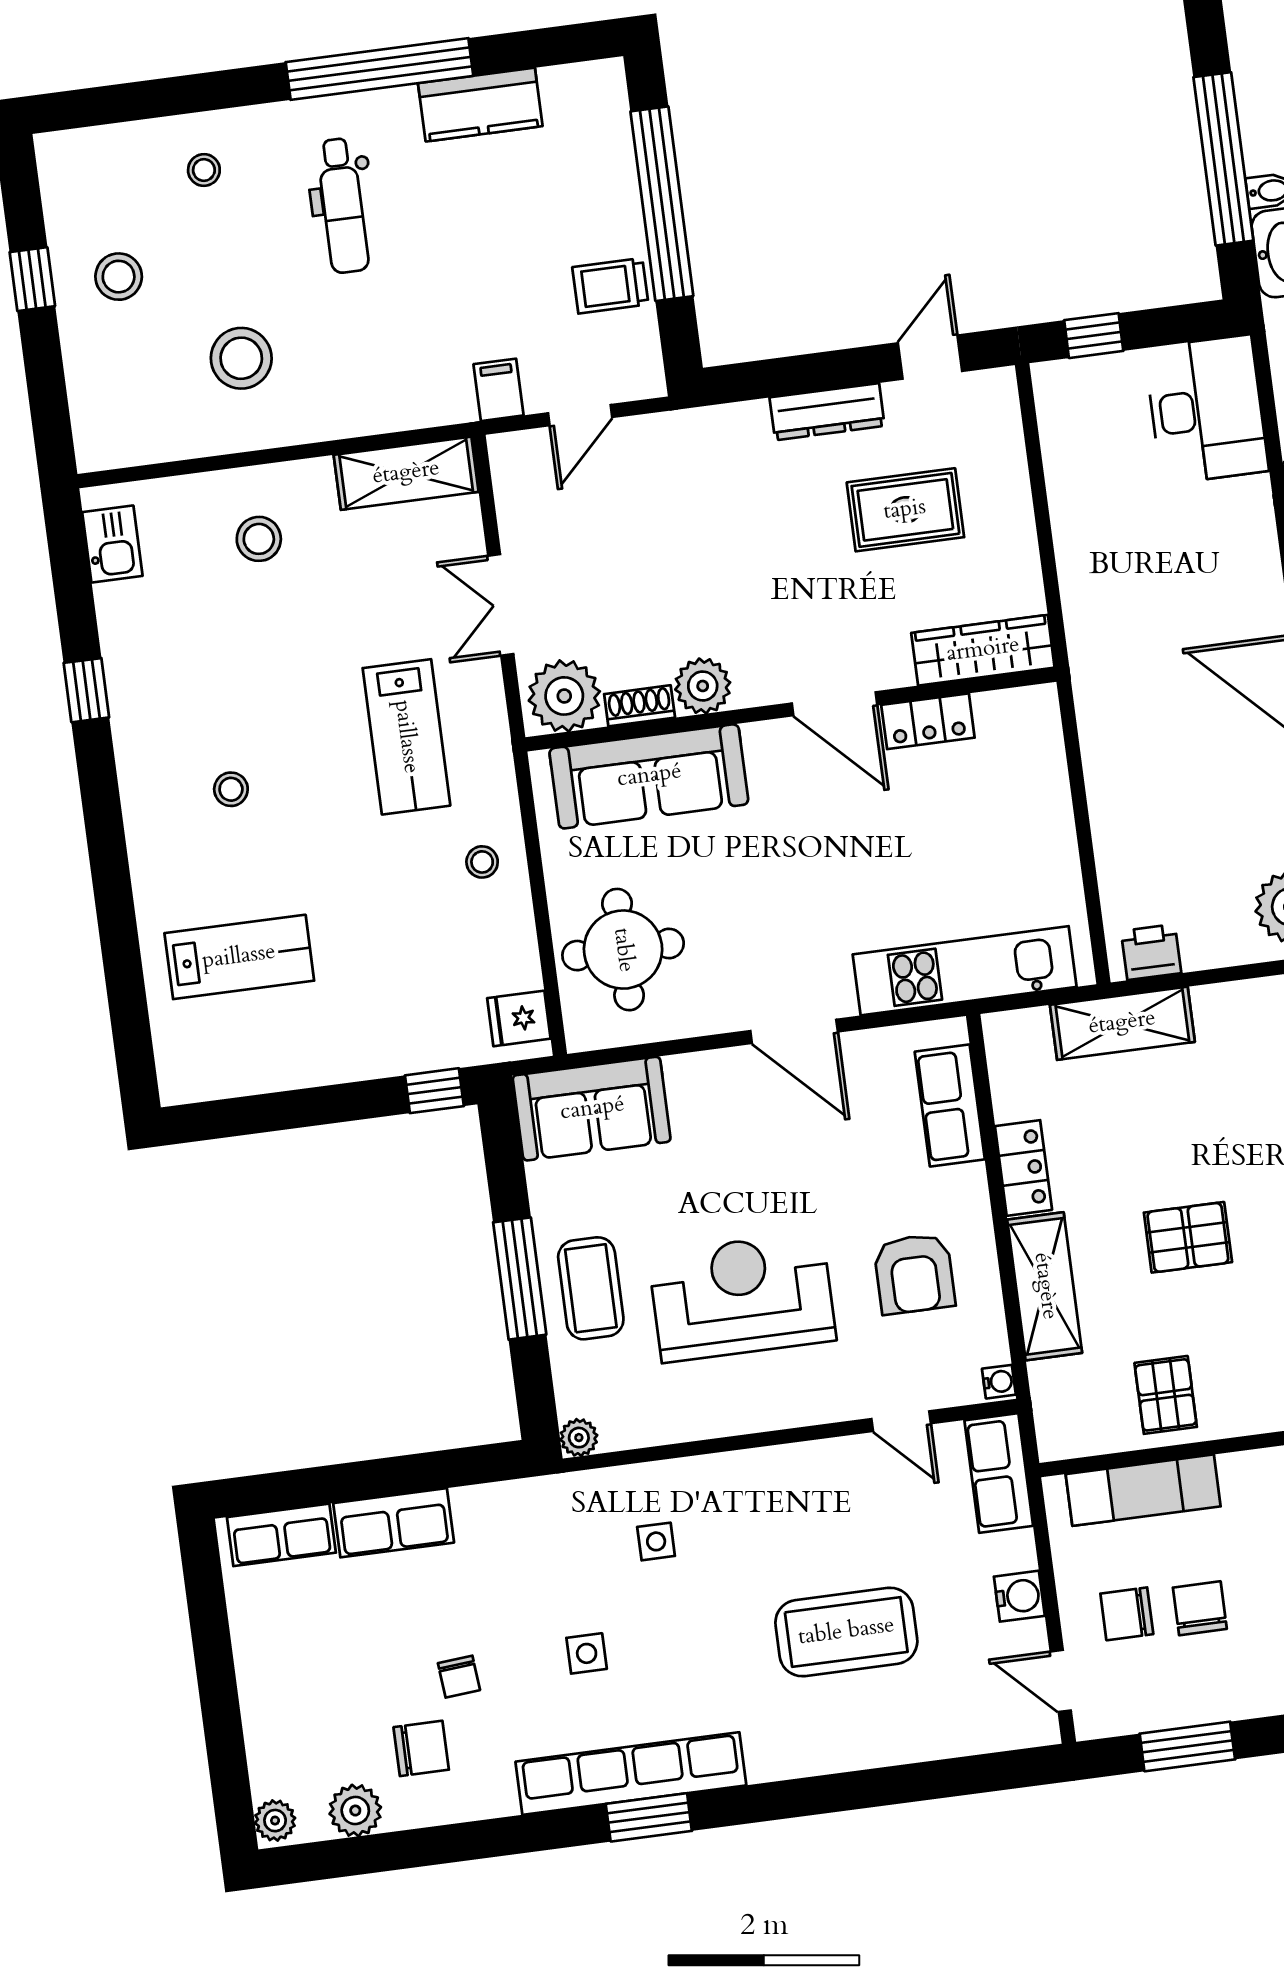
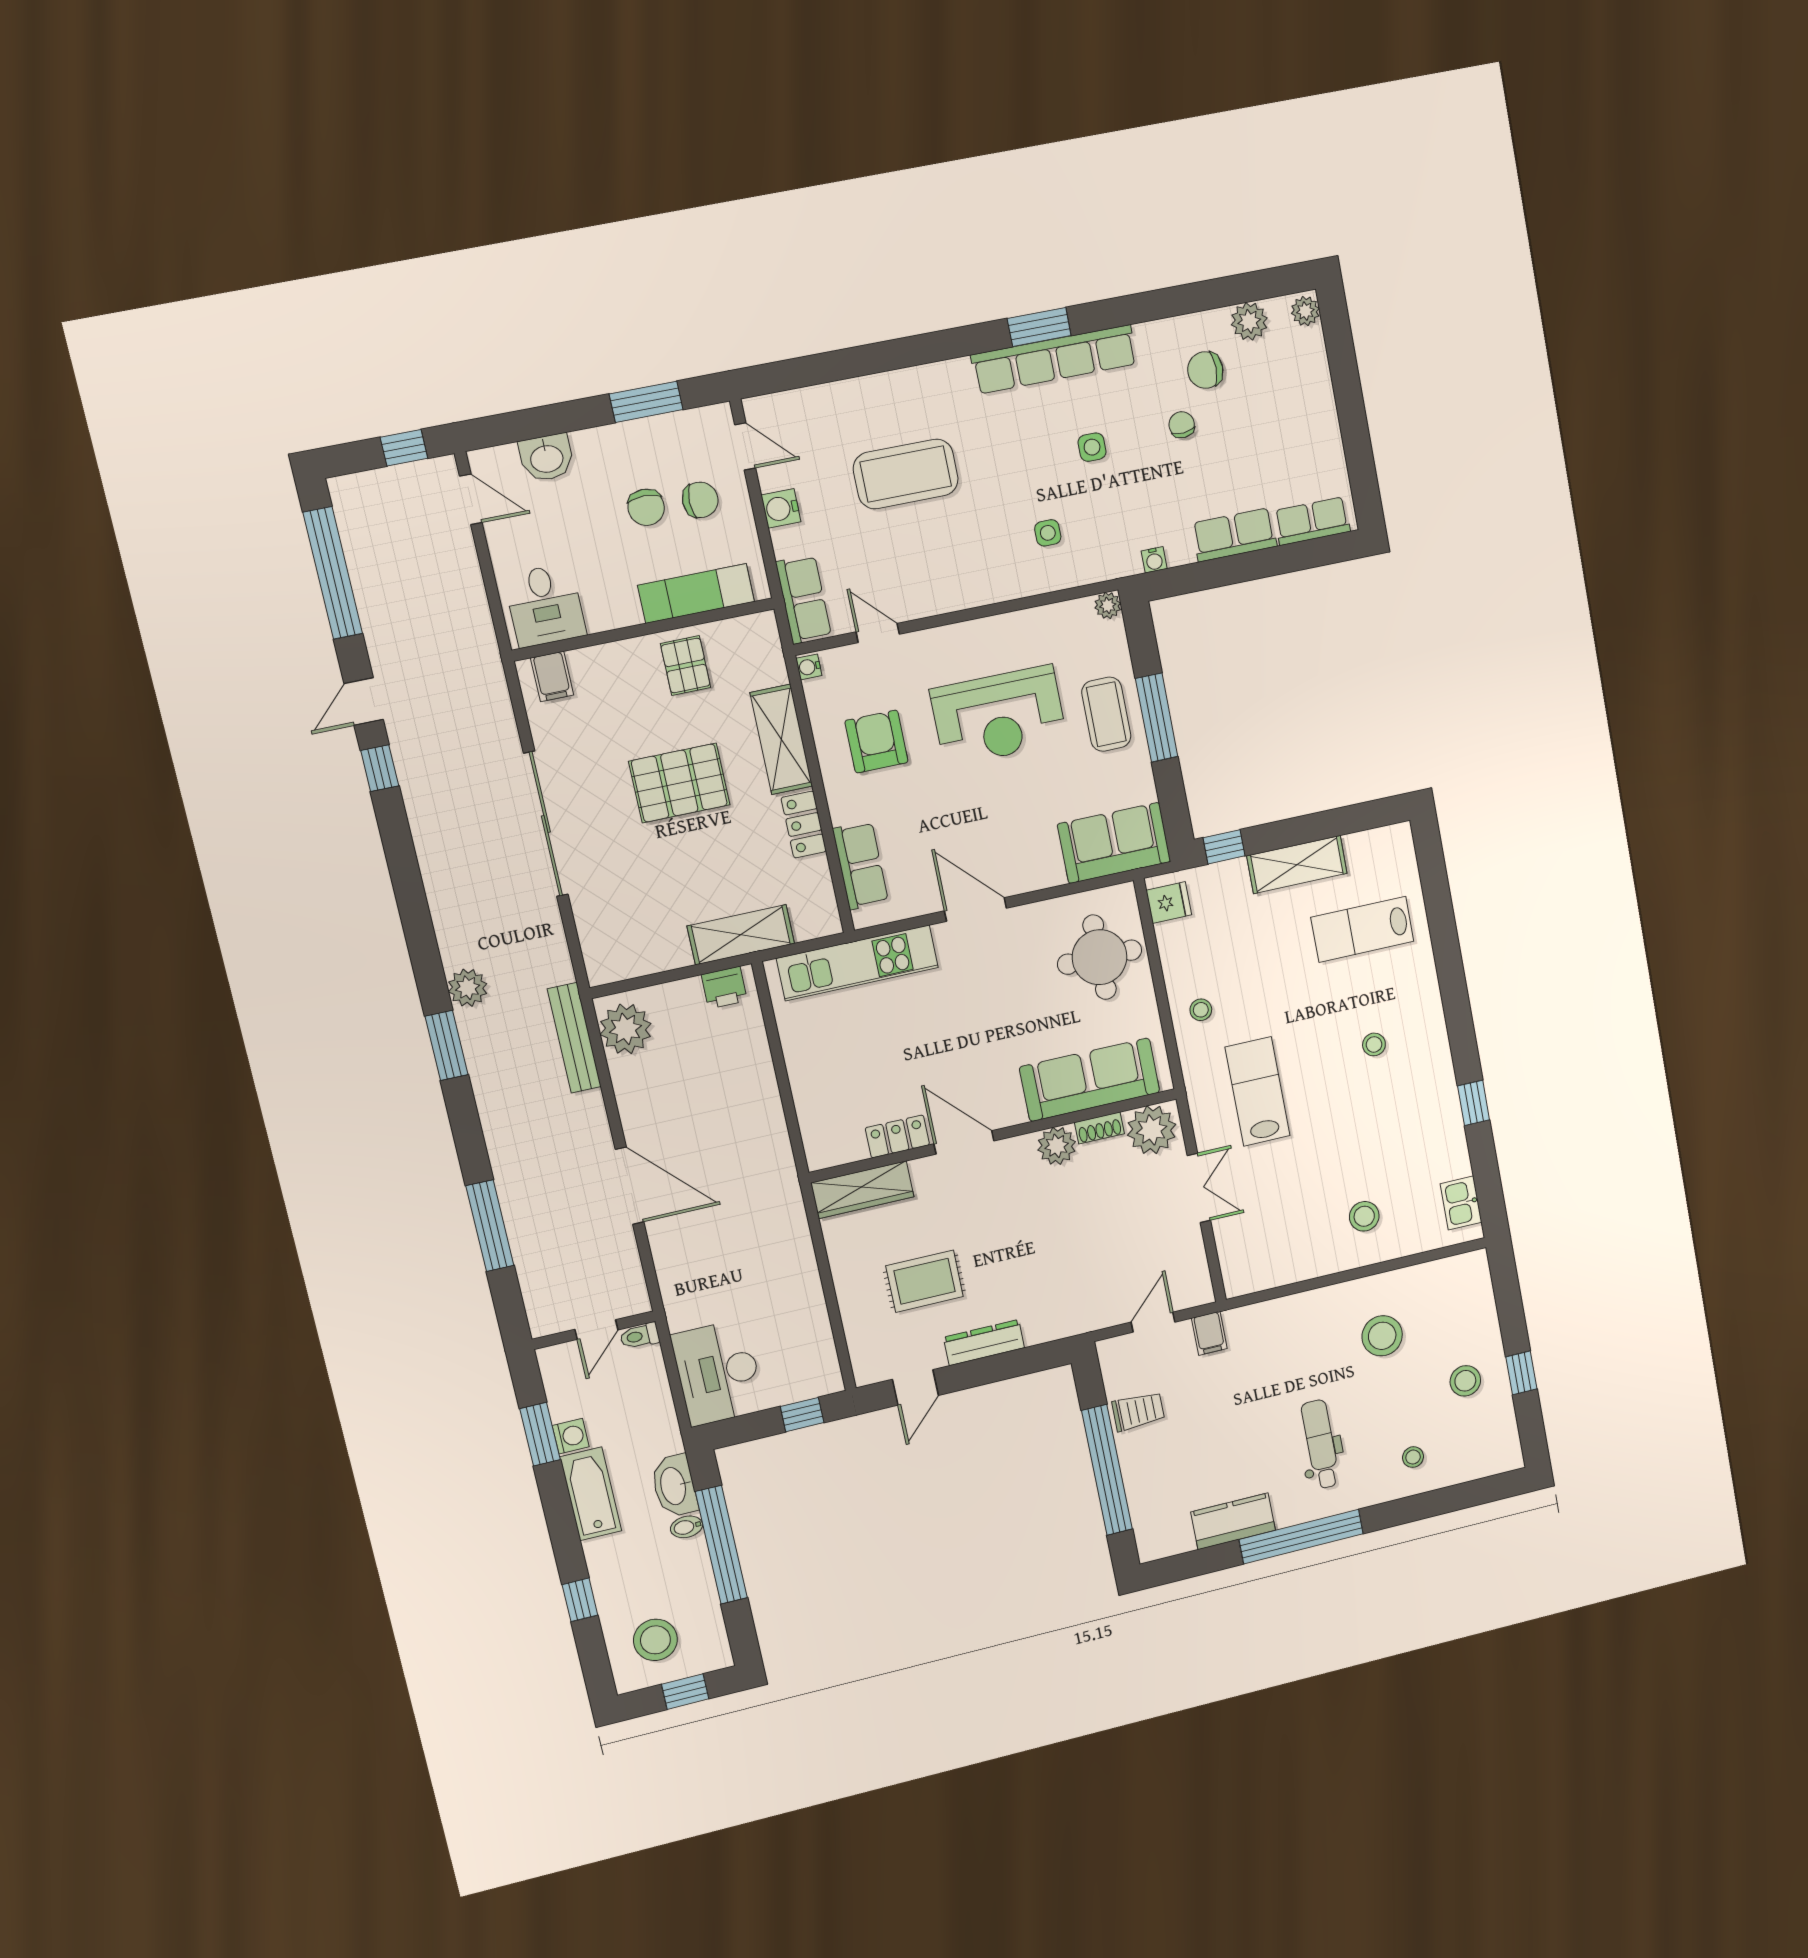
shelving: (406, 473) -> (1297, 865), moved
pallet: (1188, 1237) -> (679, 783), width x1.50, depth x1.42
water cooler: (509, 1496) -> (1154, 560), added

